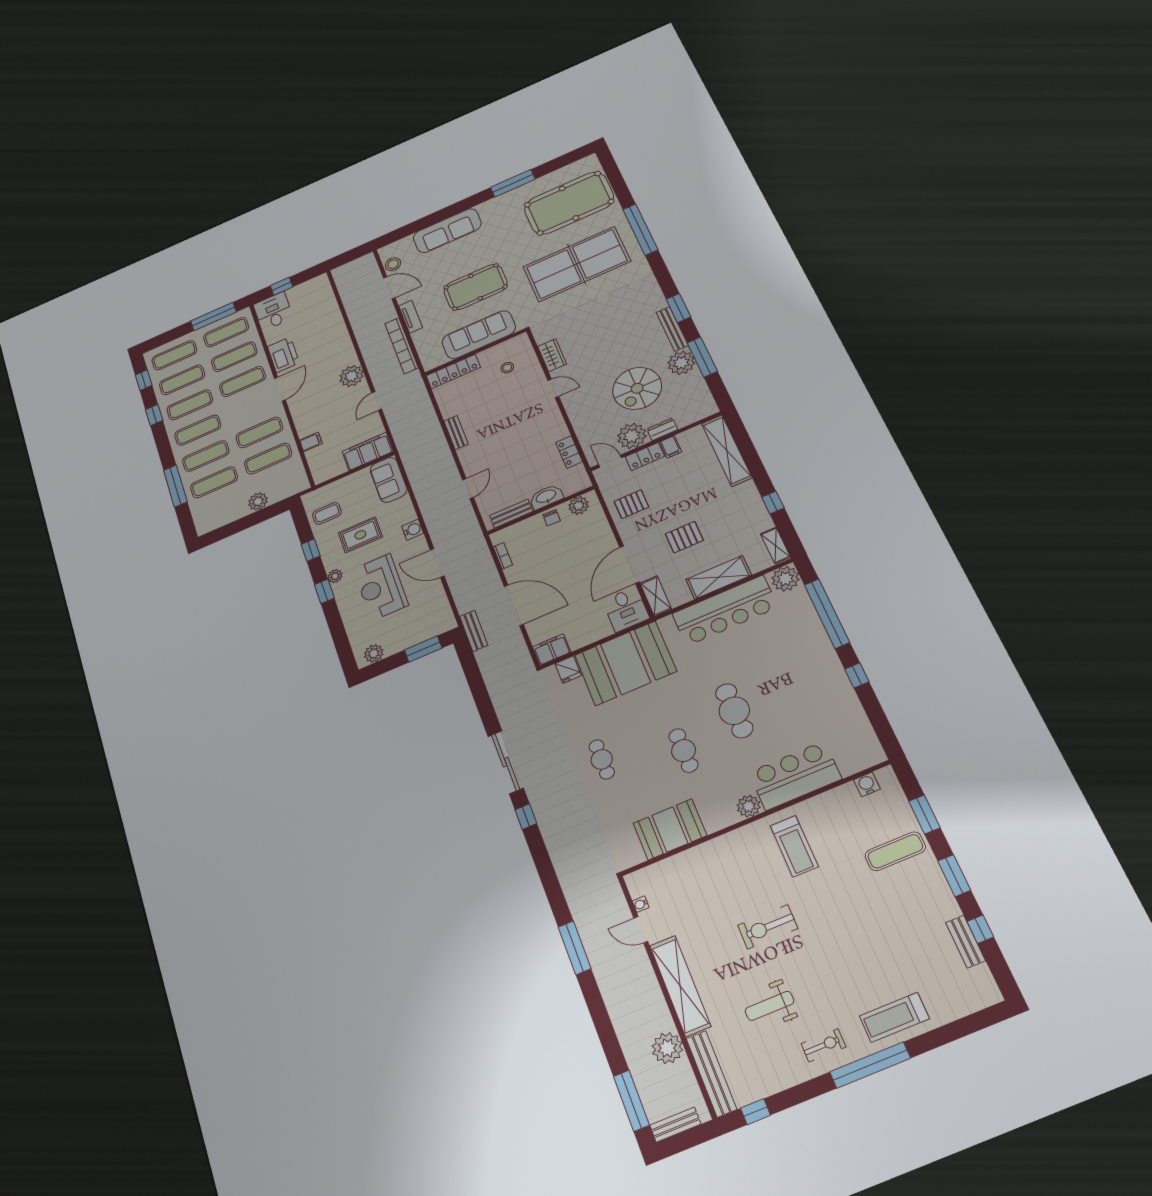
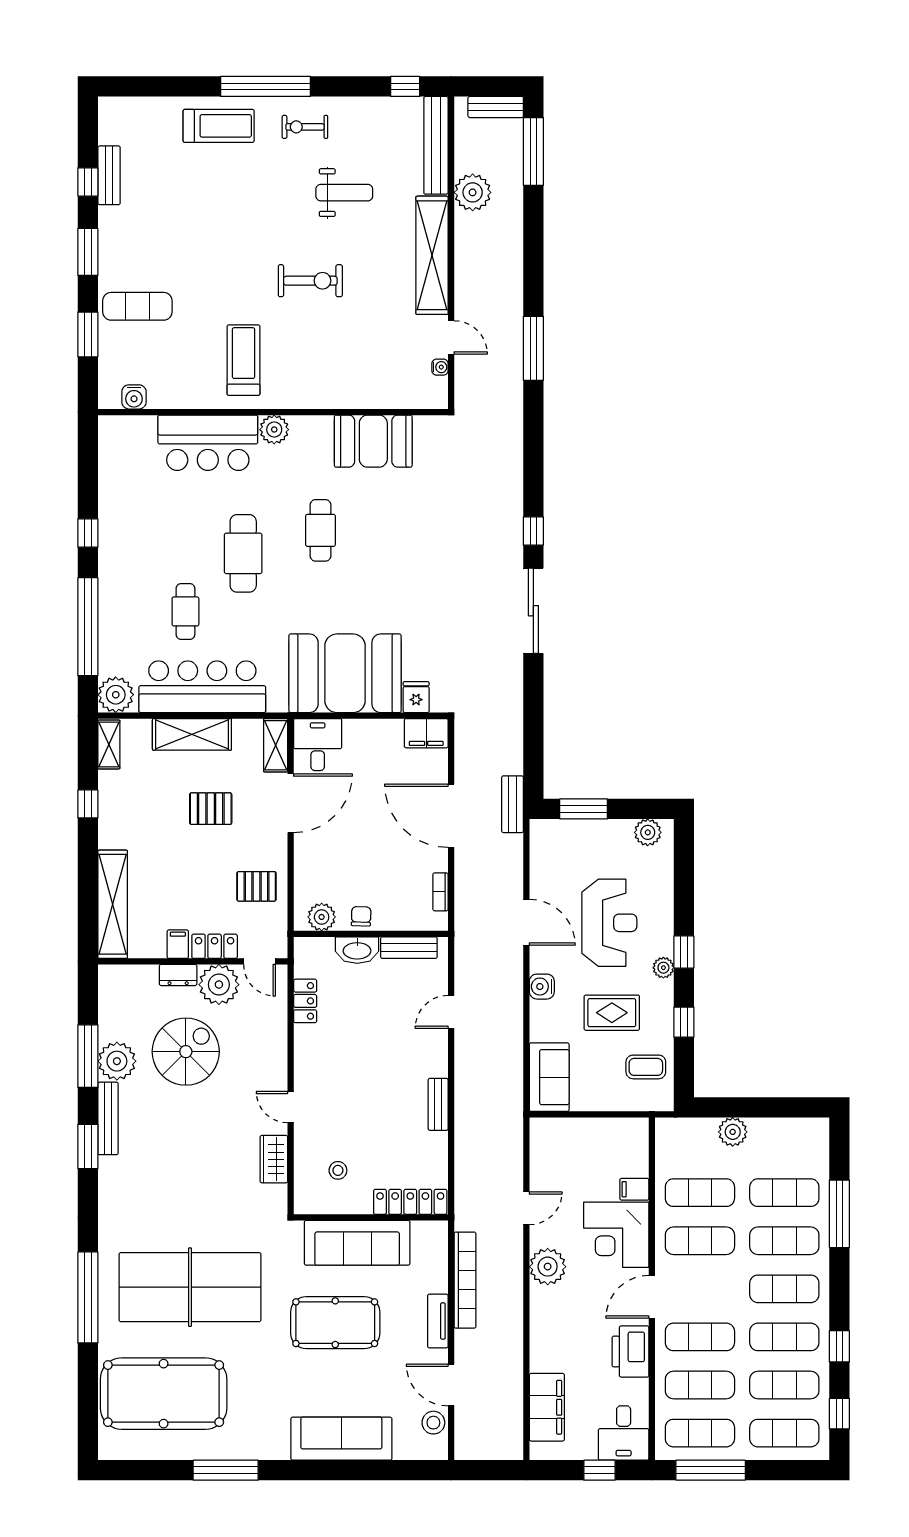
corner desk: (314, 412) -> (616, 1235), added
filing cabinet: (368, 451) -> (547, 1407), moved, turned -90
cafe table: (602, 759) -> (185, 611), moved

